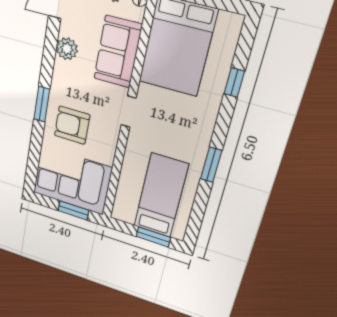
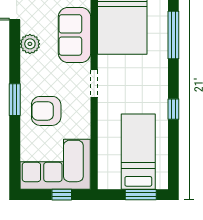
window: (234, 83) -> (173, 35), width x2.17
window: (211, 165) -> (173, 109), width x0.67
window: (73, 210) -> (62, 195), width x0.67

